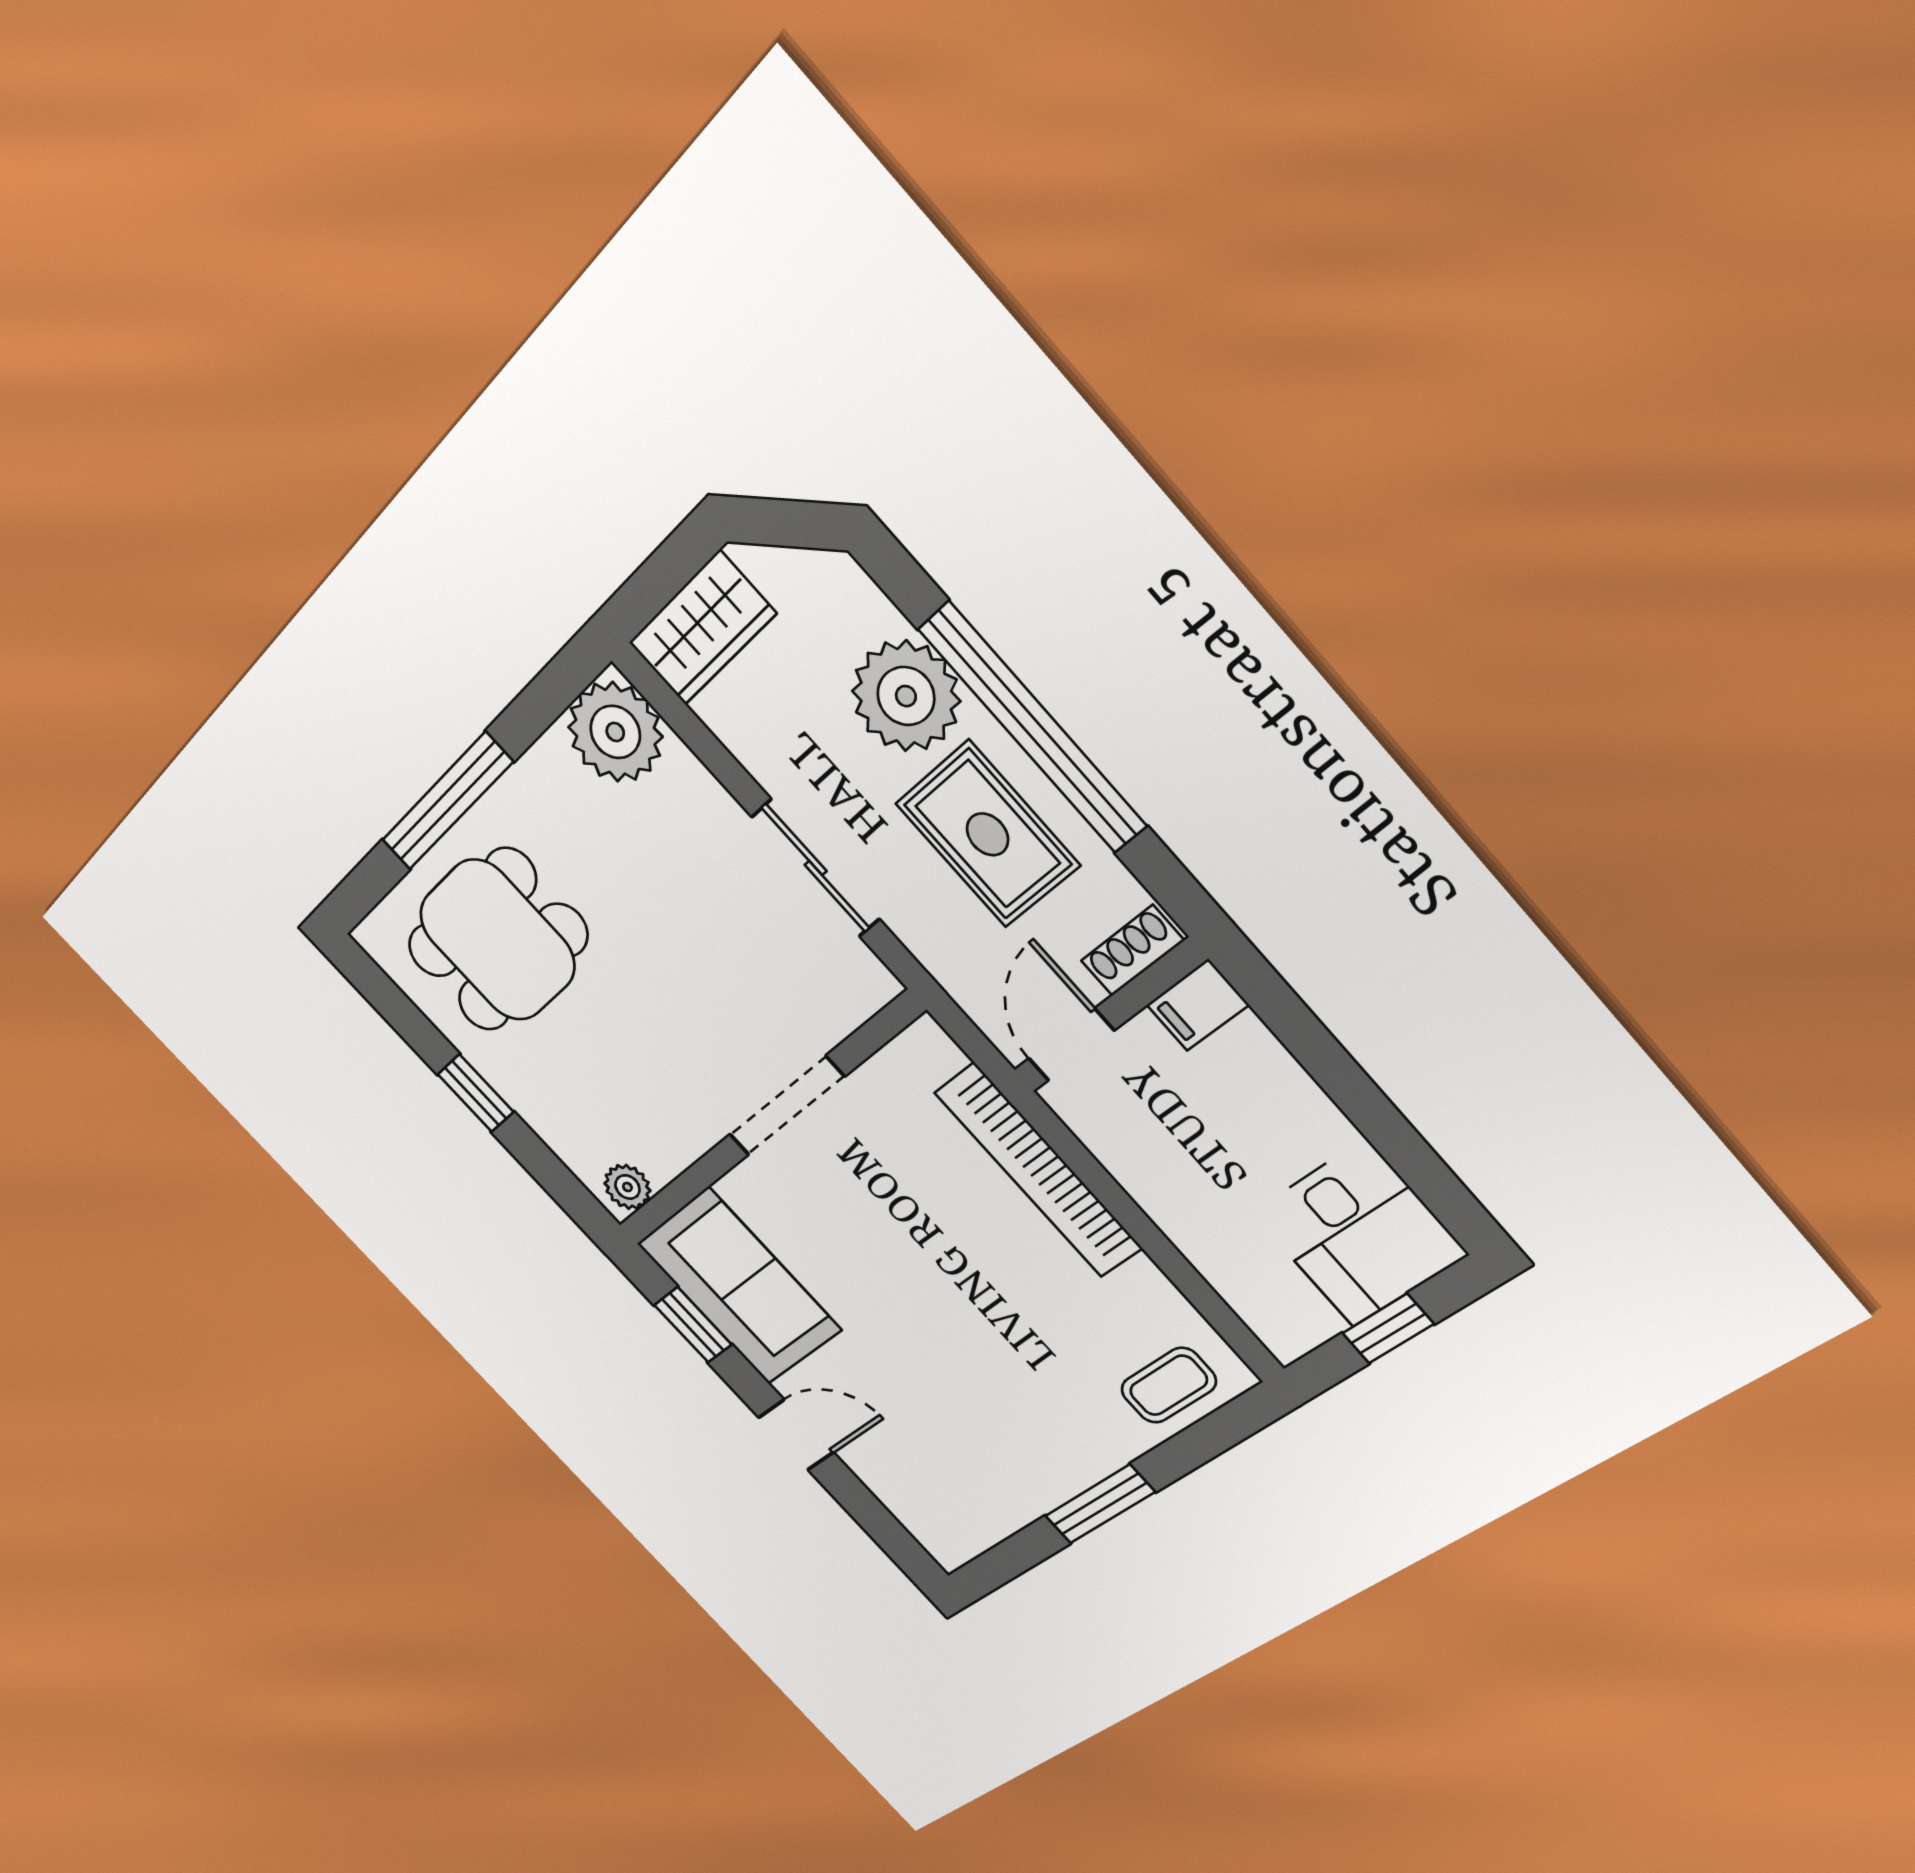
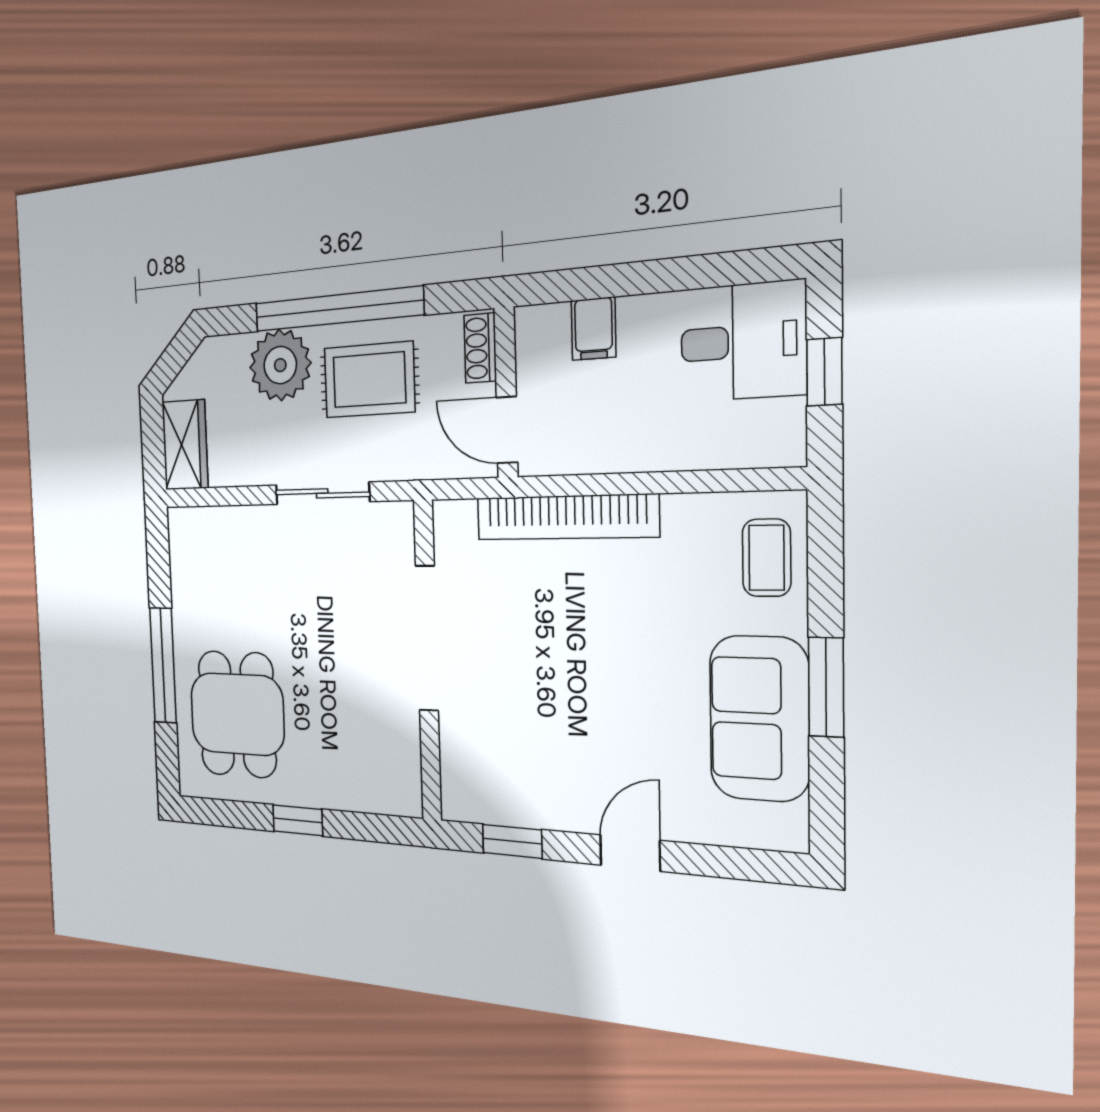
plant: (615, 732) -> (195, 539), removed
filing cabinet: (1198, 1005) -> (594, 329), moved
doorway: (786, 1106) -> (427, 638), width x1.36
plant: (627, 1187) -> (406, 788), removed
sofa: (739, 1287) -> (759, 718), moved, turned -90

